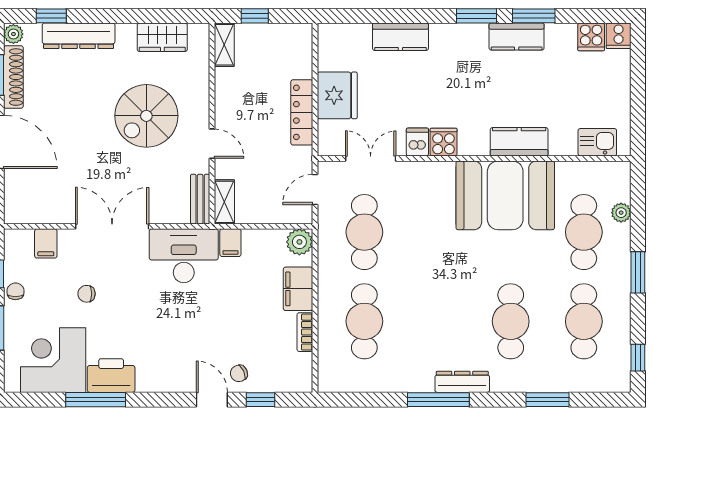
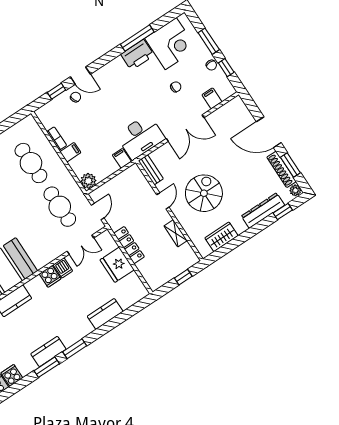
shelving: (224, 45) -> (176, 233), moved
door: (212, 144) -> (163, 201), swing flipped
shelving: (224, 202) -> (138, 176), removed
filing cabinet: (298, 289) -> (70, 152), width x0.50

